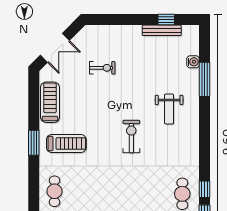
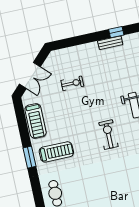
bench: (162, 30) -> (110, 43), width x0.73
treadmill: (50, 102) -> (36, 121), turned 180

